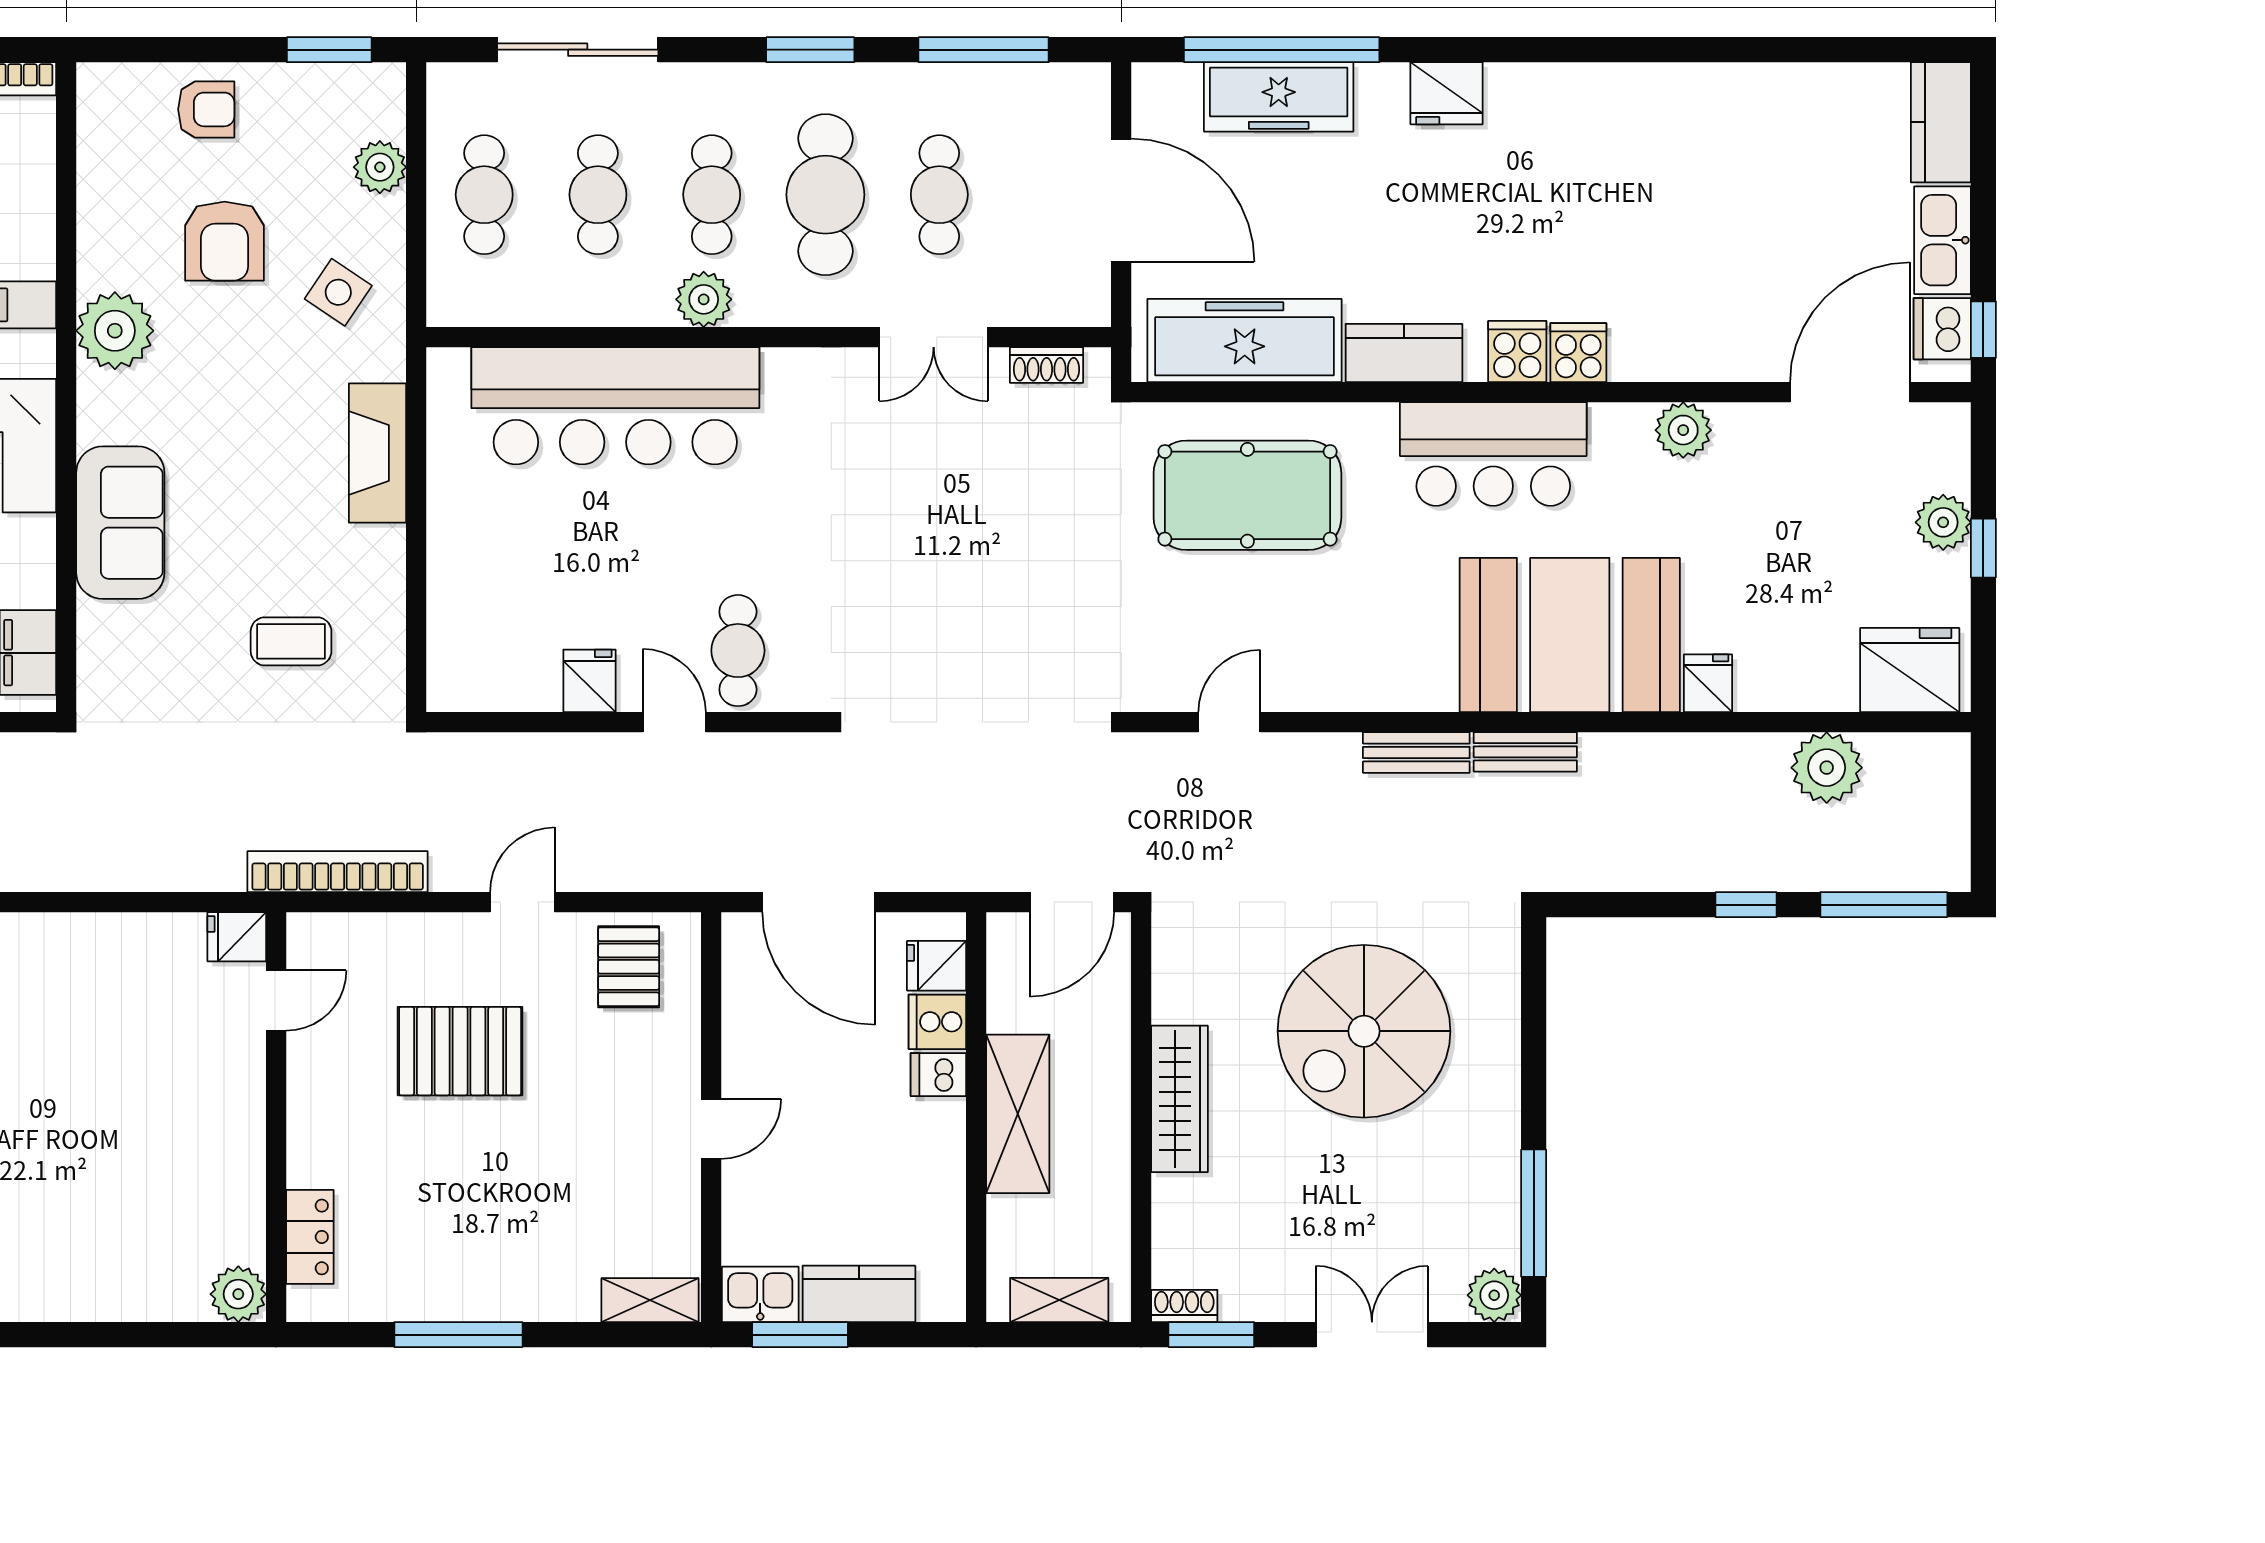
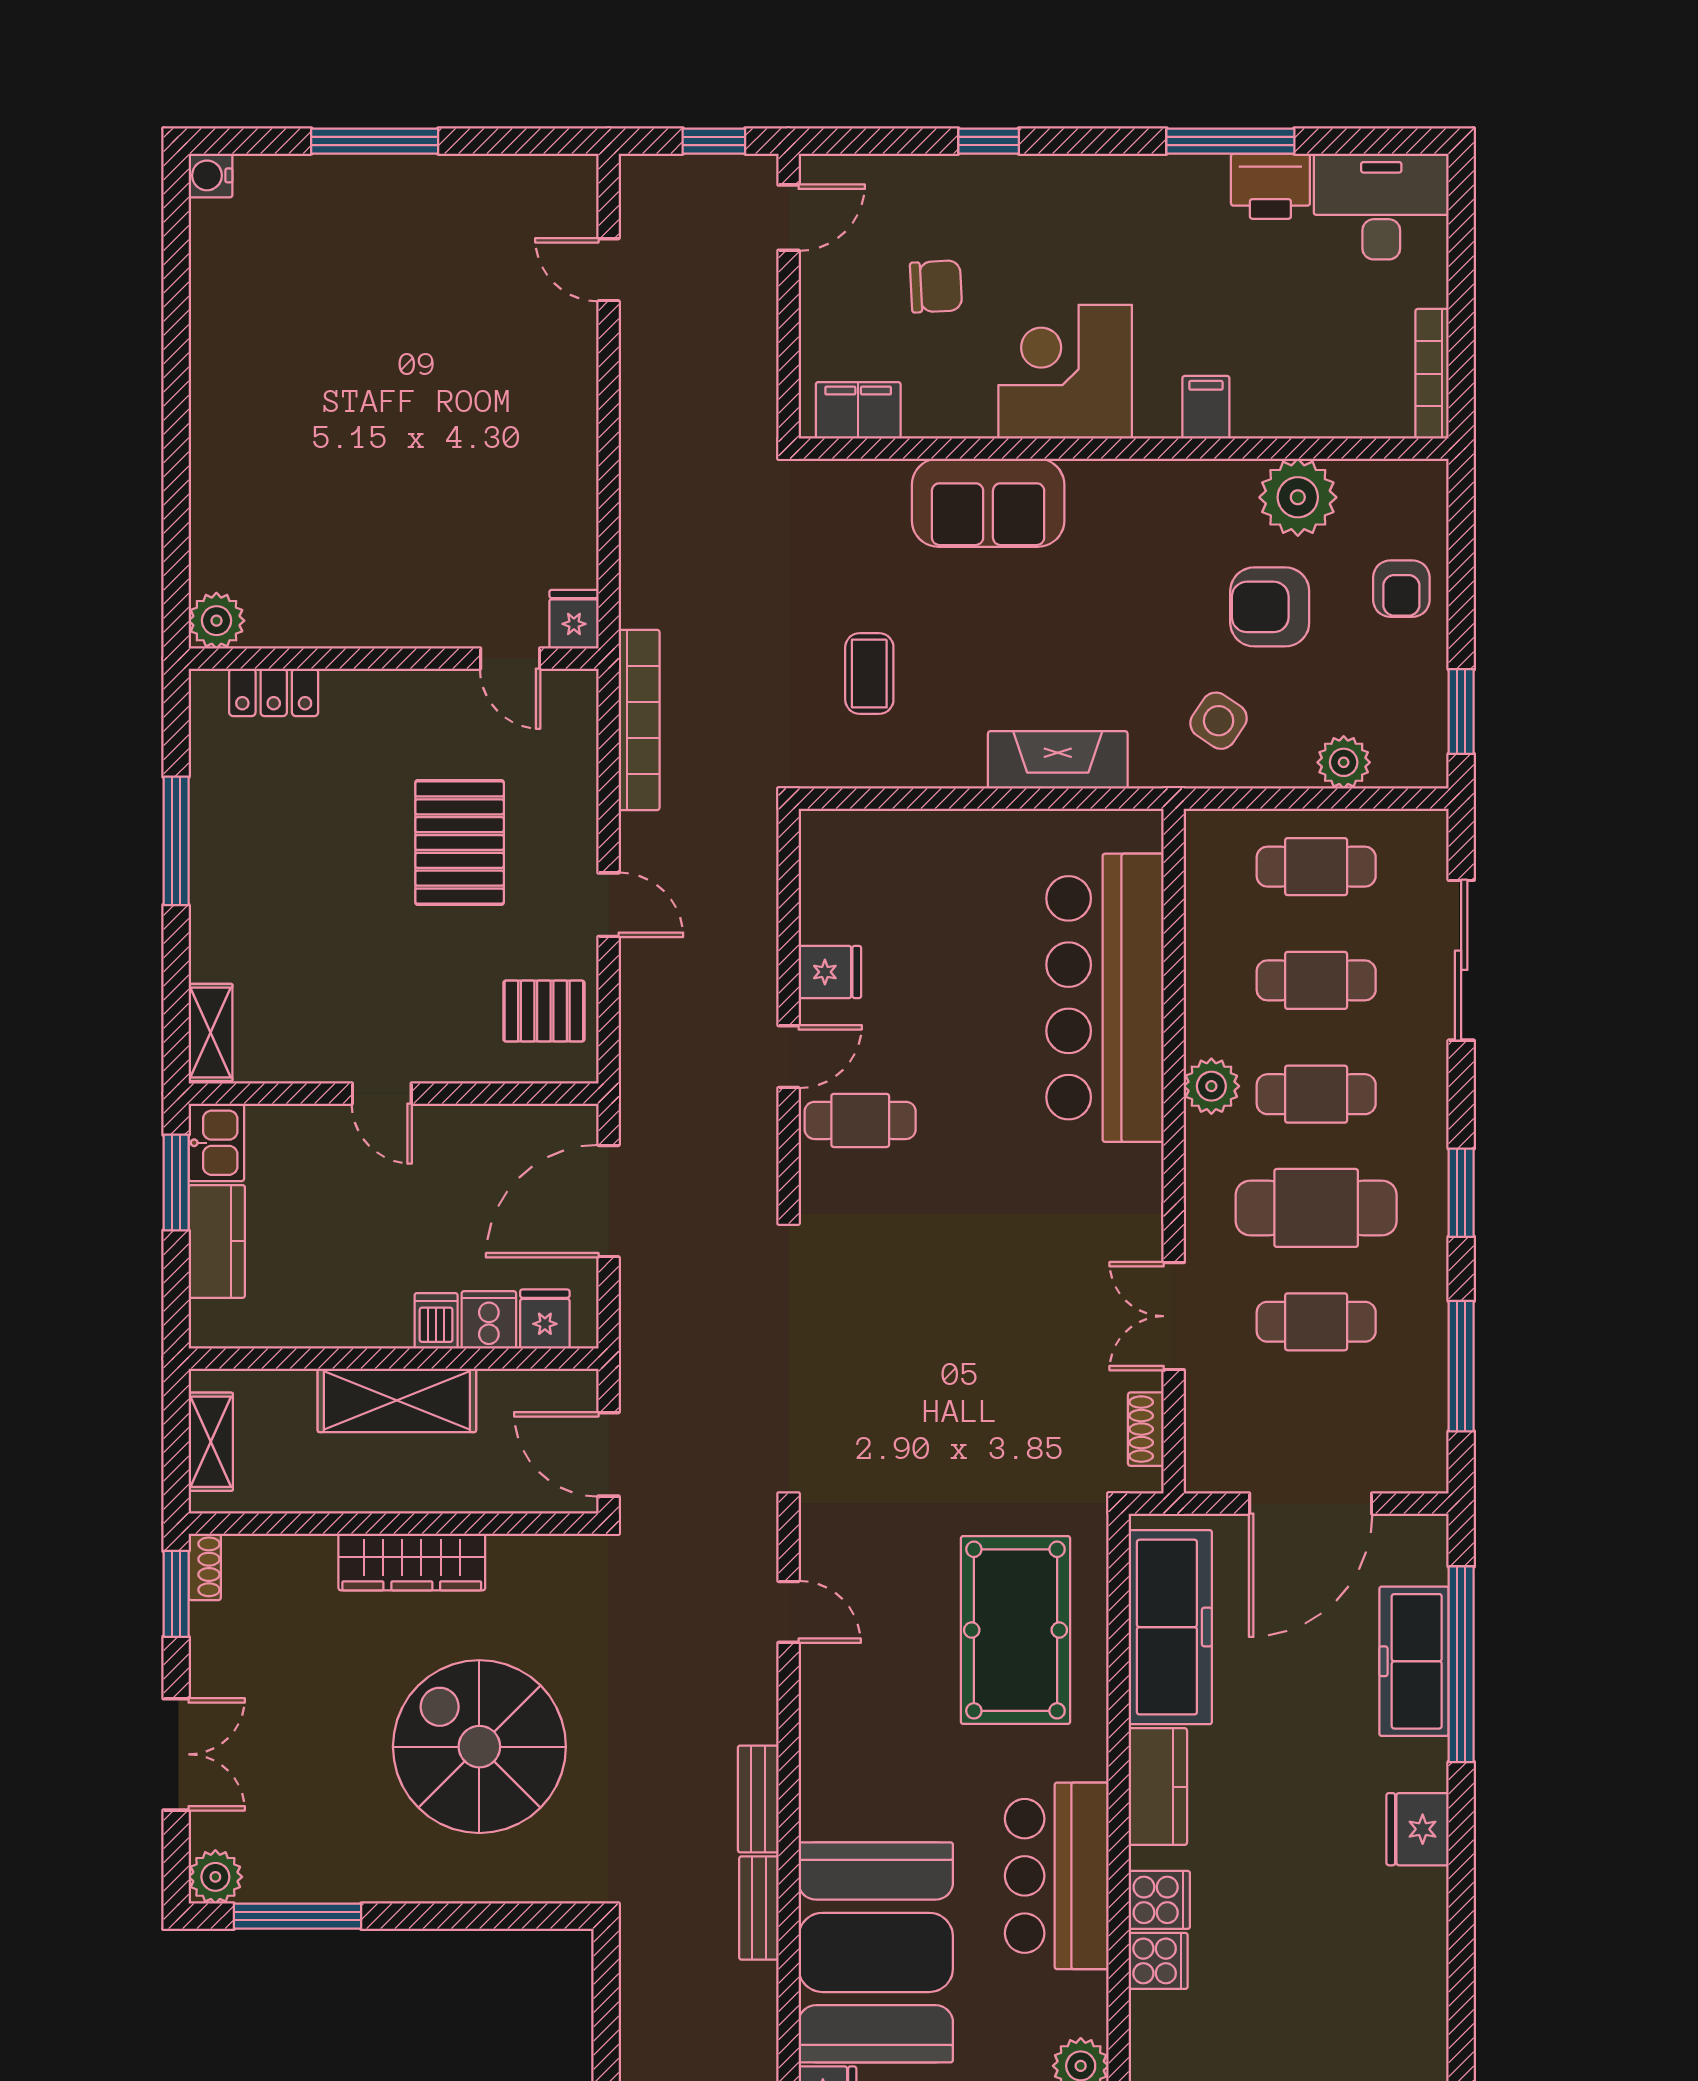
plant: (115, 331) -> (1298, 497), moved

